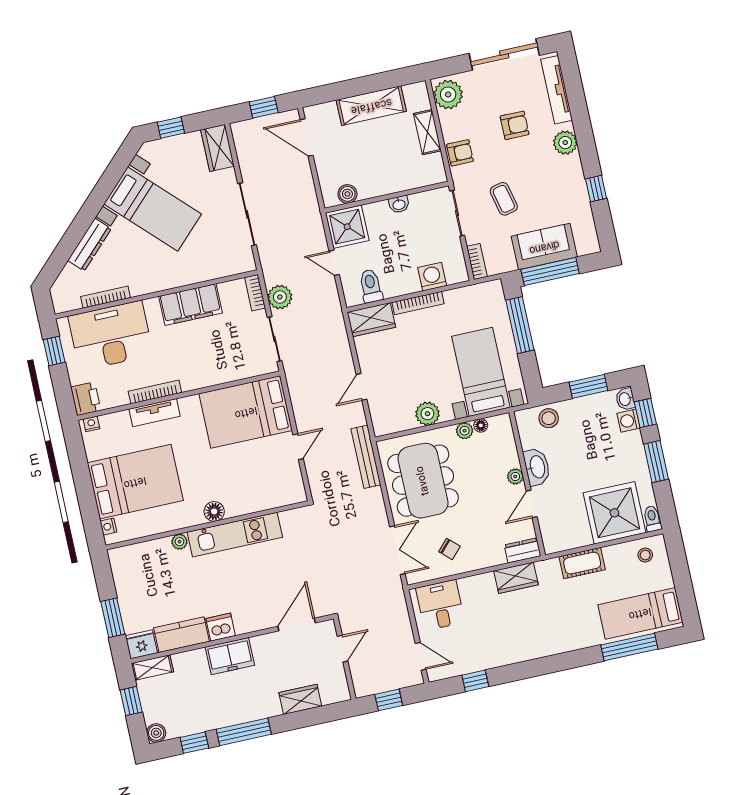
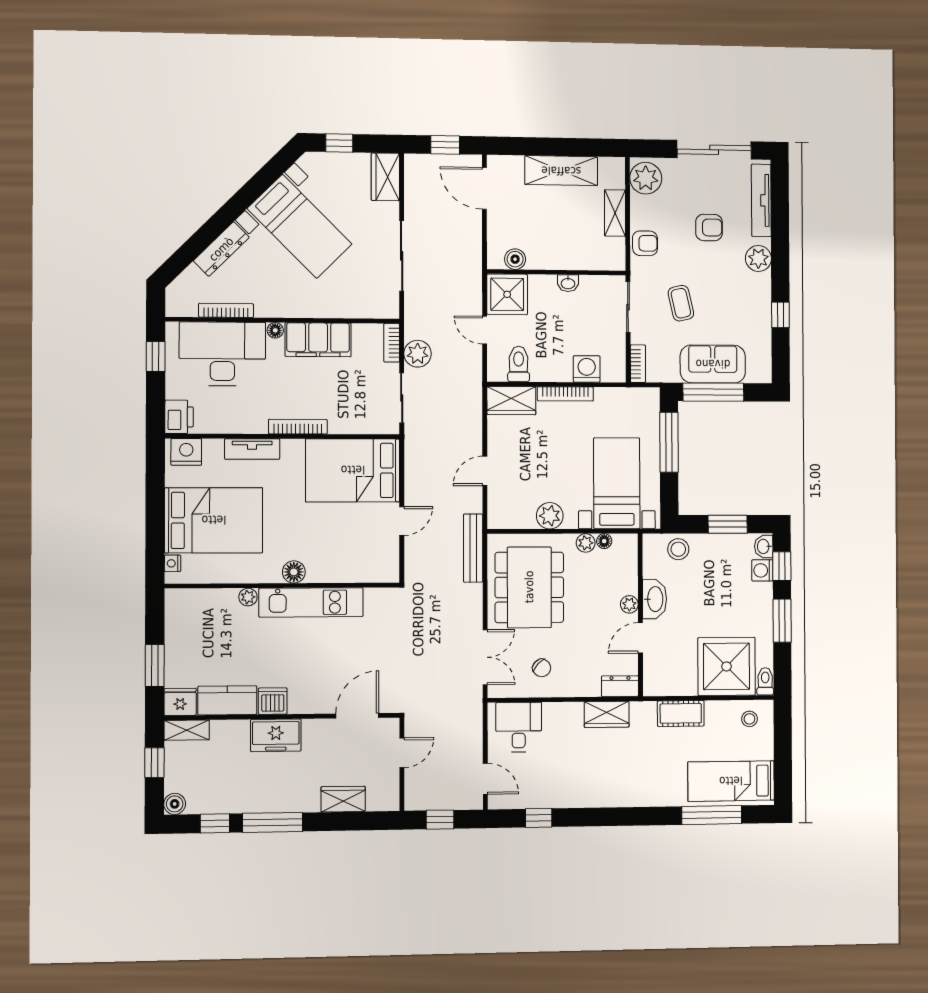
floor lamp: (152, 305) -> (275, 330), added
bookcase: (155, 392) -> (298, 427), moved
nightstand: (91, 424) -> (186, 452), width x1.89, depth x1.79

